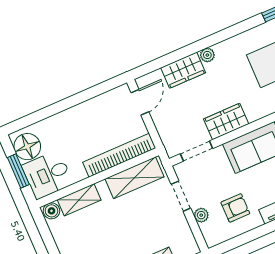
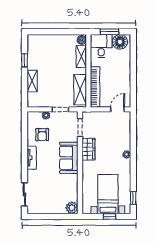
wardrobe: (183, 70) -> (124, 139), removed
door: (140, 102) -> (118, 109), swing flipped

